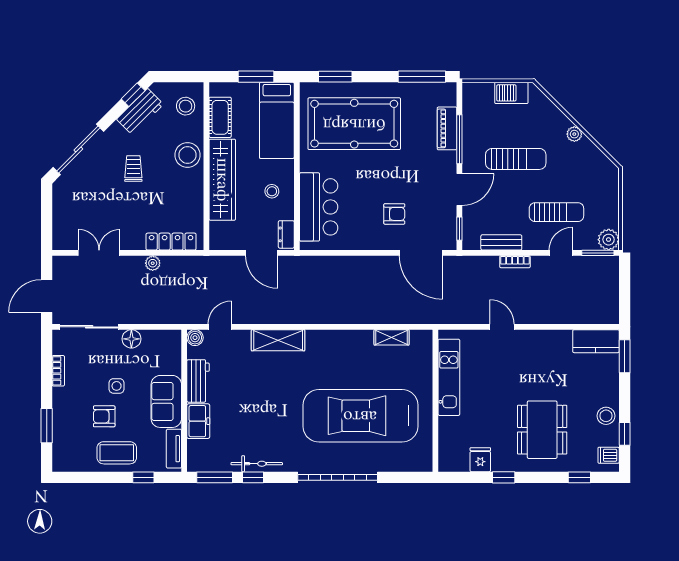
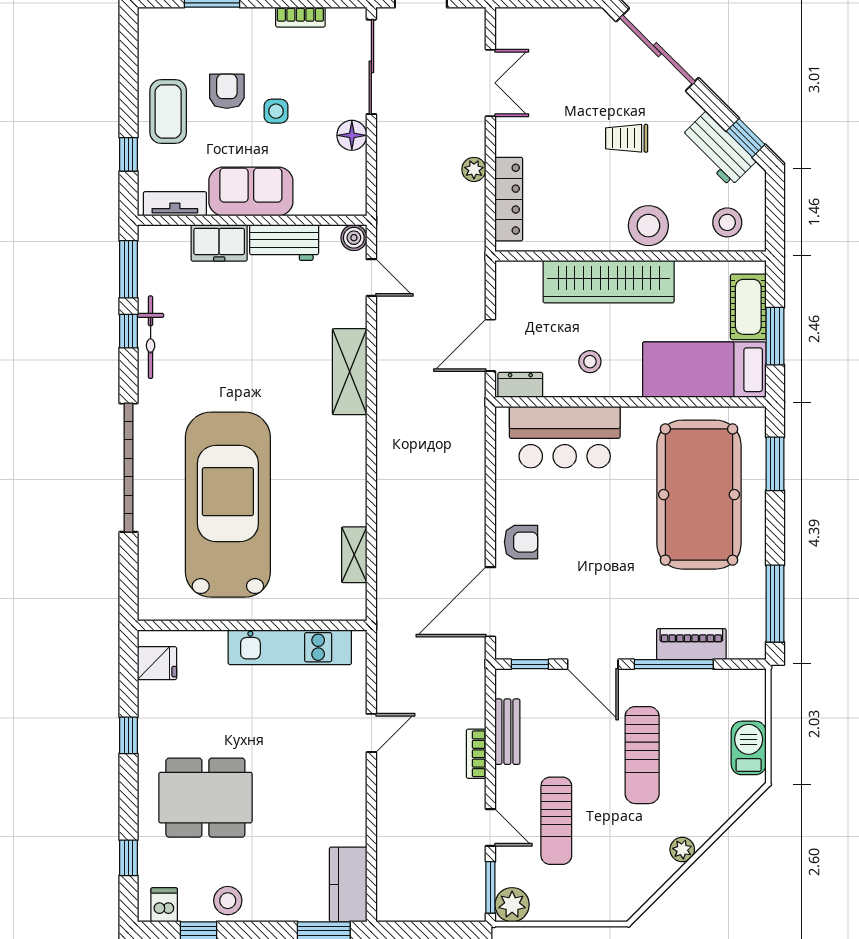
cot: (220, 117) -> (748, 307), moved, turned 90
trolley: (133, 169) -> (627, 138), turned 180
armchair: (394, 214) -> (521, 542), moved, turned -90
fridge: (480, 460) -> (157, 663), moved

